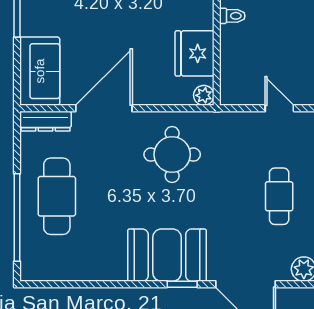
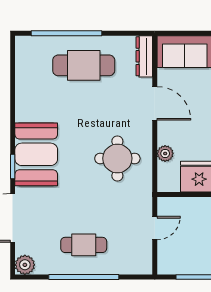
plant: (204, 95) -> (165, 153), moved
door: (104, 108) -> (155, 103), width x0.73
door: (279, 108) -> (155, 228), moved

